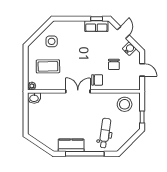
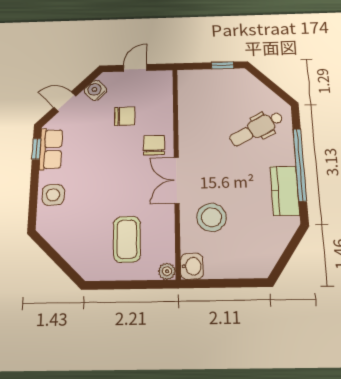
side table: (52, 41) -> (53, 195), moved
stool: (125, 104) -> (211, 217), moved
dental chair: (105, 133) -> (256, 129), turned -36

